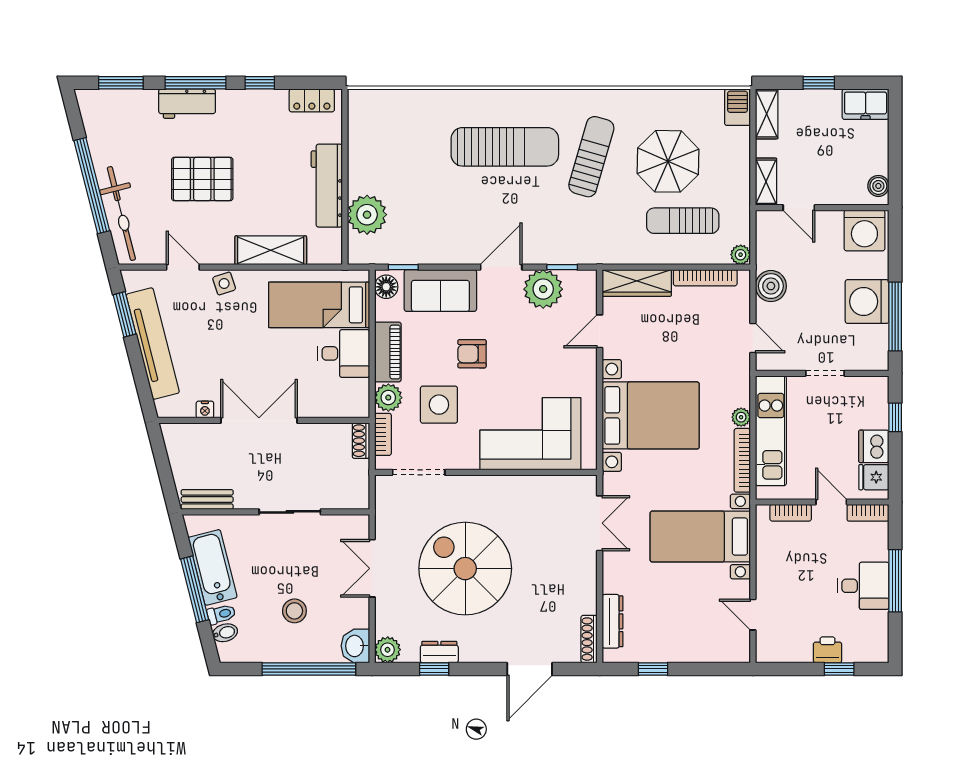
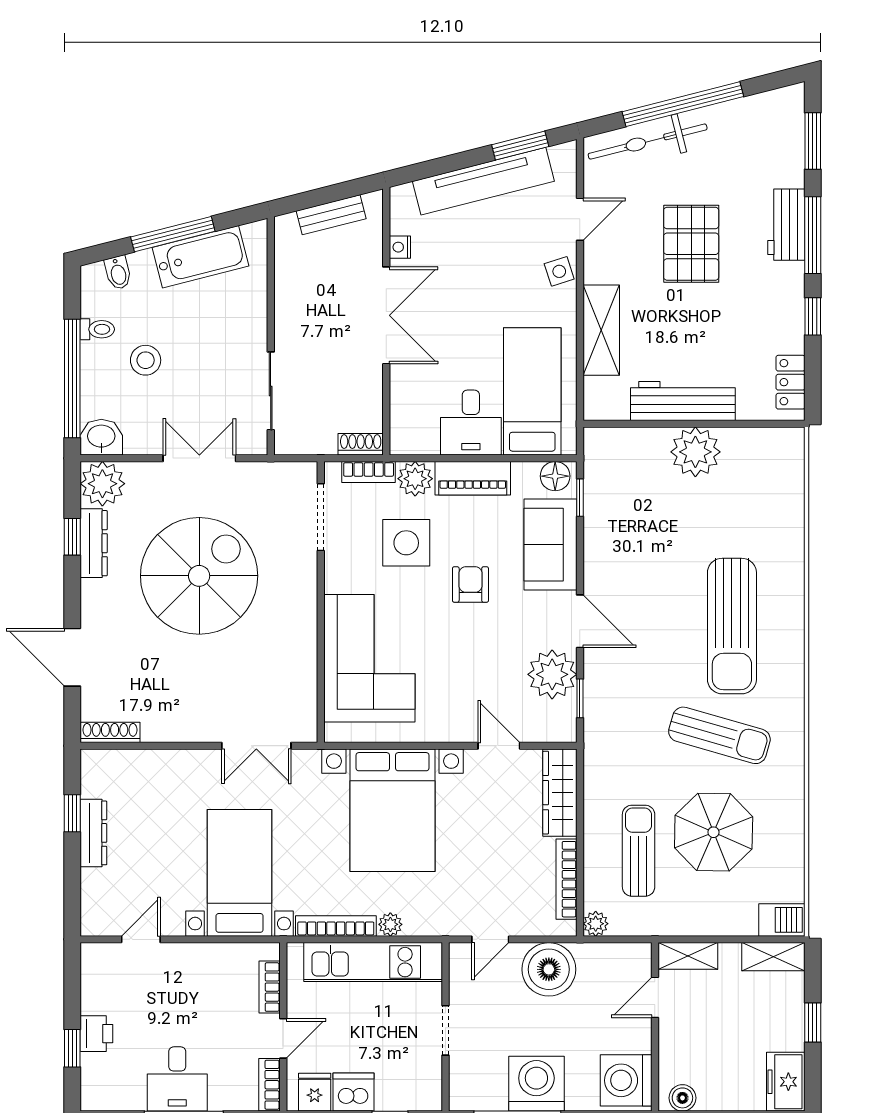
plant: (367, 215) -> (695, 452), moved
boiler: (771, 286) -> (549, 969), width x1.37, depth x1.37
bench: (207, 500) -> (331, 215), moved, turned 76
sliding door: (290, 512) -> (271, 391), moved
toilet: (221, 614) -> (97, 329), moved, turned -76
dresser: (613, 621) -> (93, 833), moved, turned -90
plant: (388, 650) -> (102, 484), width x1.36, depth x1.36
dresser: (439, 652) -> (94, 543), width x1.44

